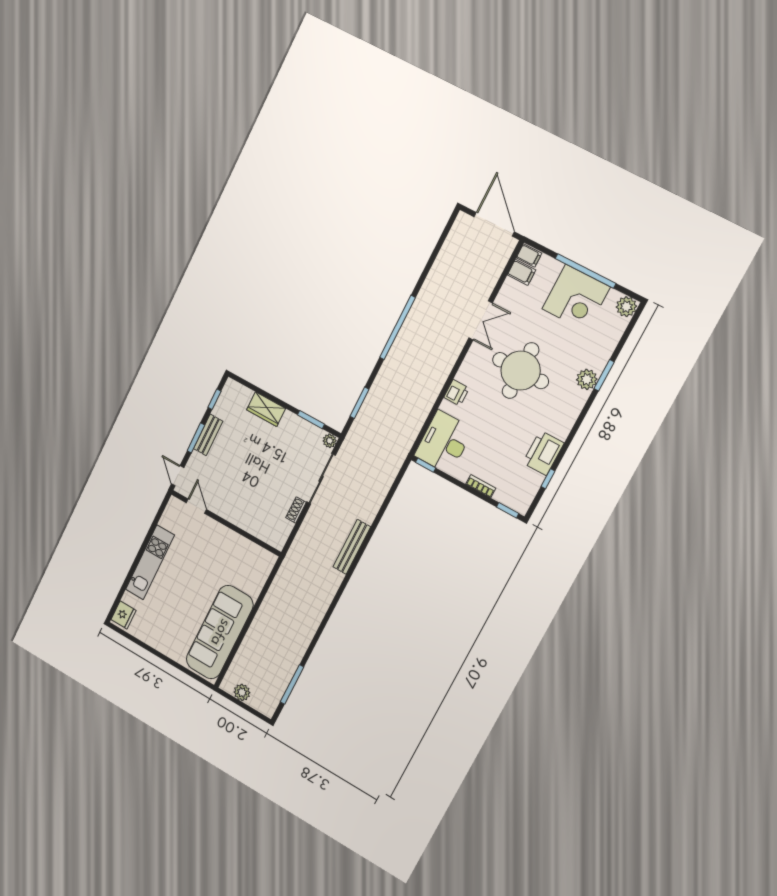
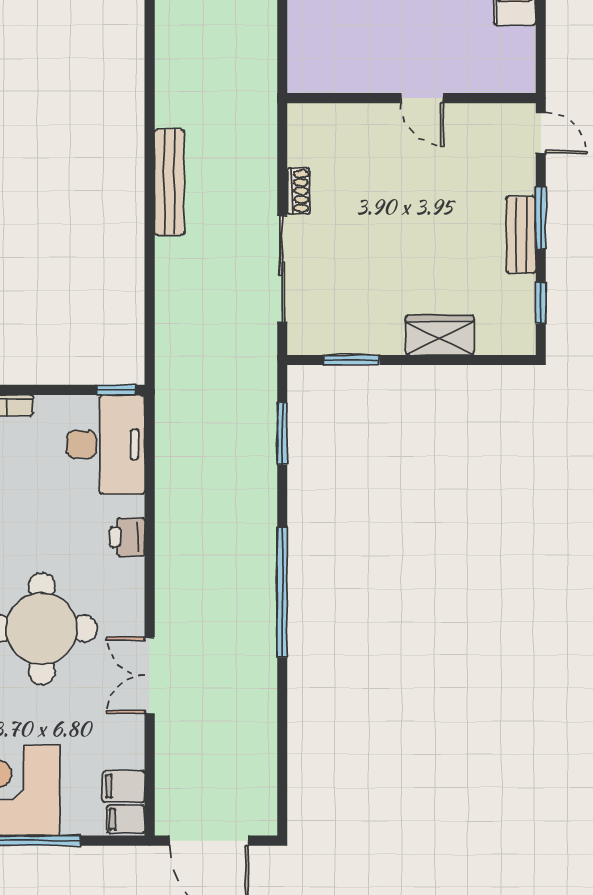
plant: (330, 441) -> (301, 342), removed
door: (196, 506) -> (422, 98), moved

